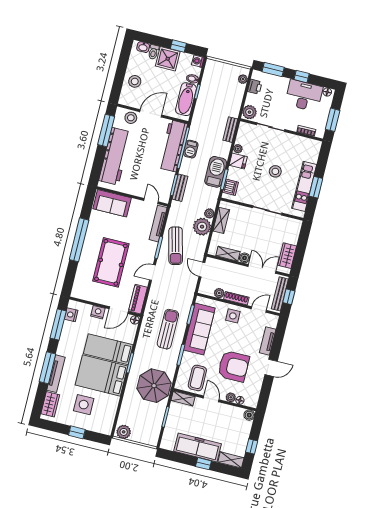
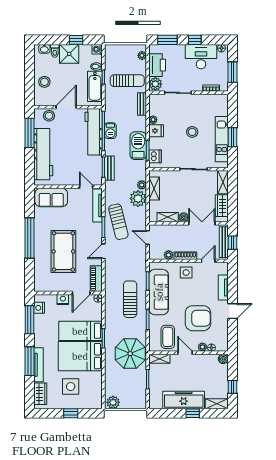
printer: (255, 87) -> (157, 65), width x1.87, depth x1.48
sun lounger: (221, 101) -> (127, 81), added
shelving: (294, 231) -> (223, 182), added

